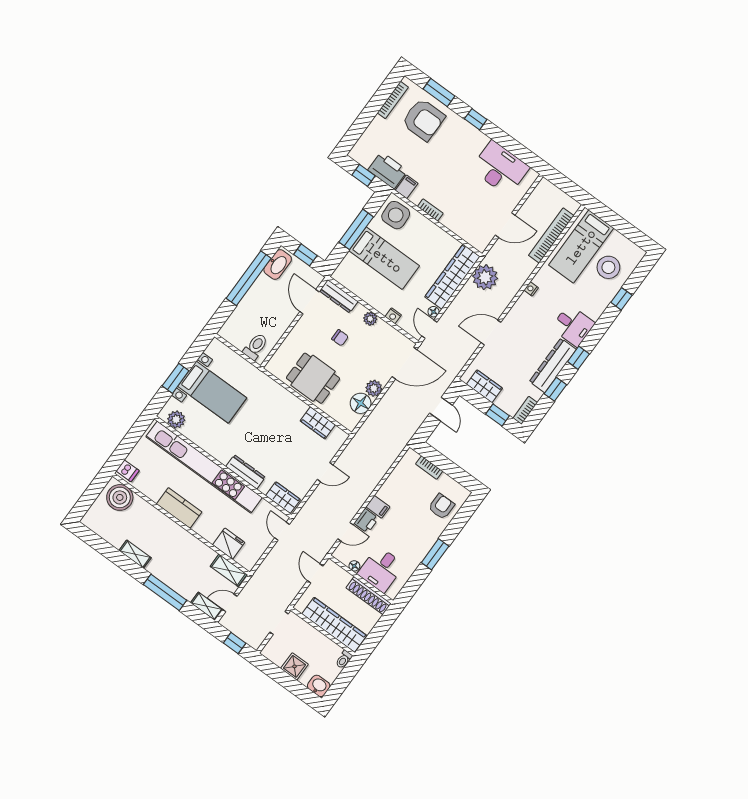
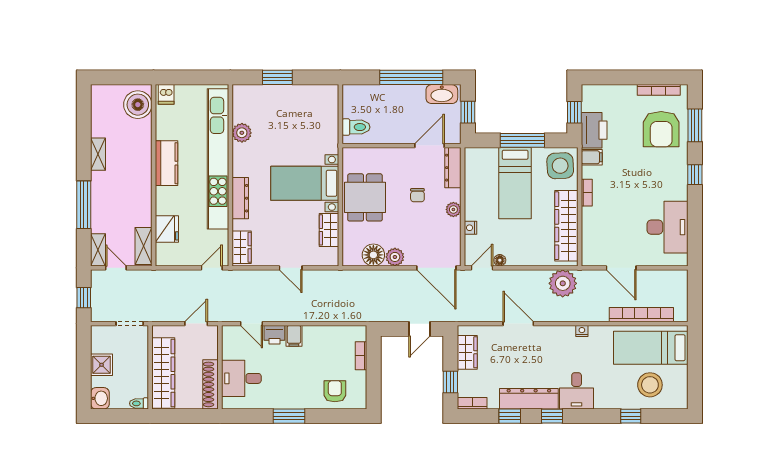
wardrobe: (452, 277) -> (566, 226), moved, turned -90
bed with nightstands: (212, 392) -> (305, 183), moved, turned 90
plant: (176, 419) -> (242, 133), moved
armchair: (441, 506) -> (335, 391), turned -90
floor lamp: (354, 566) -> (227, 353), removed

